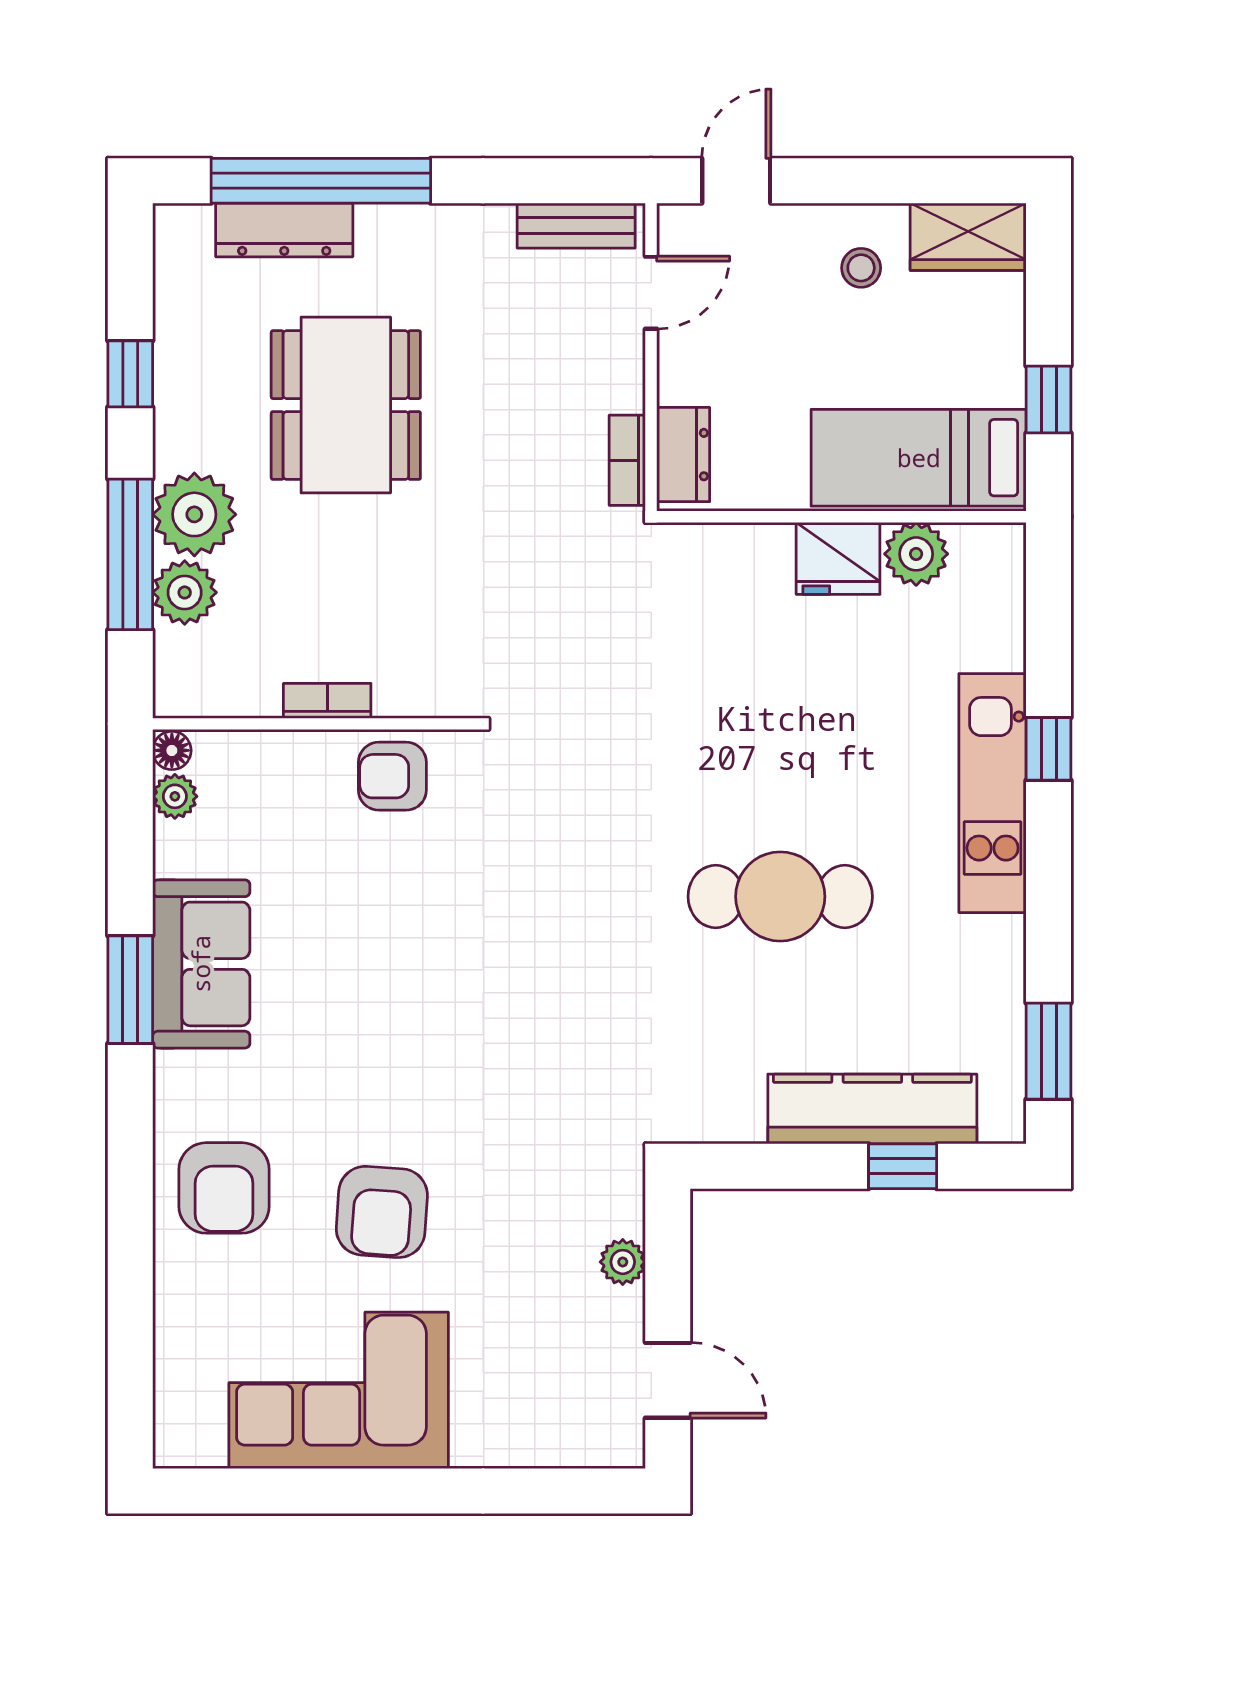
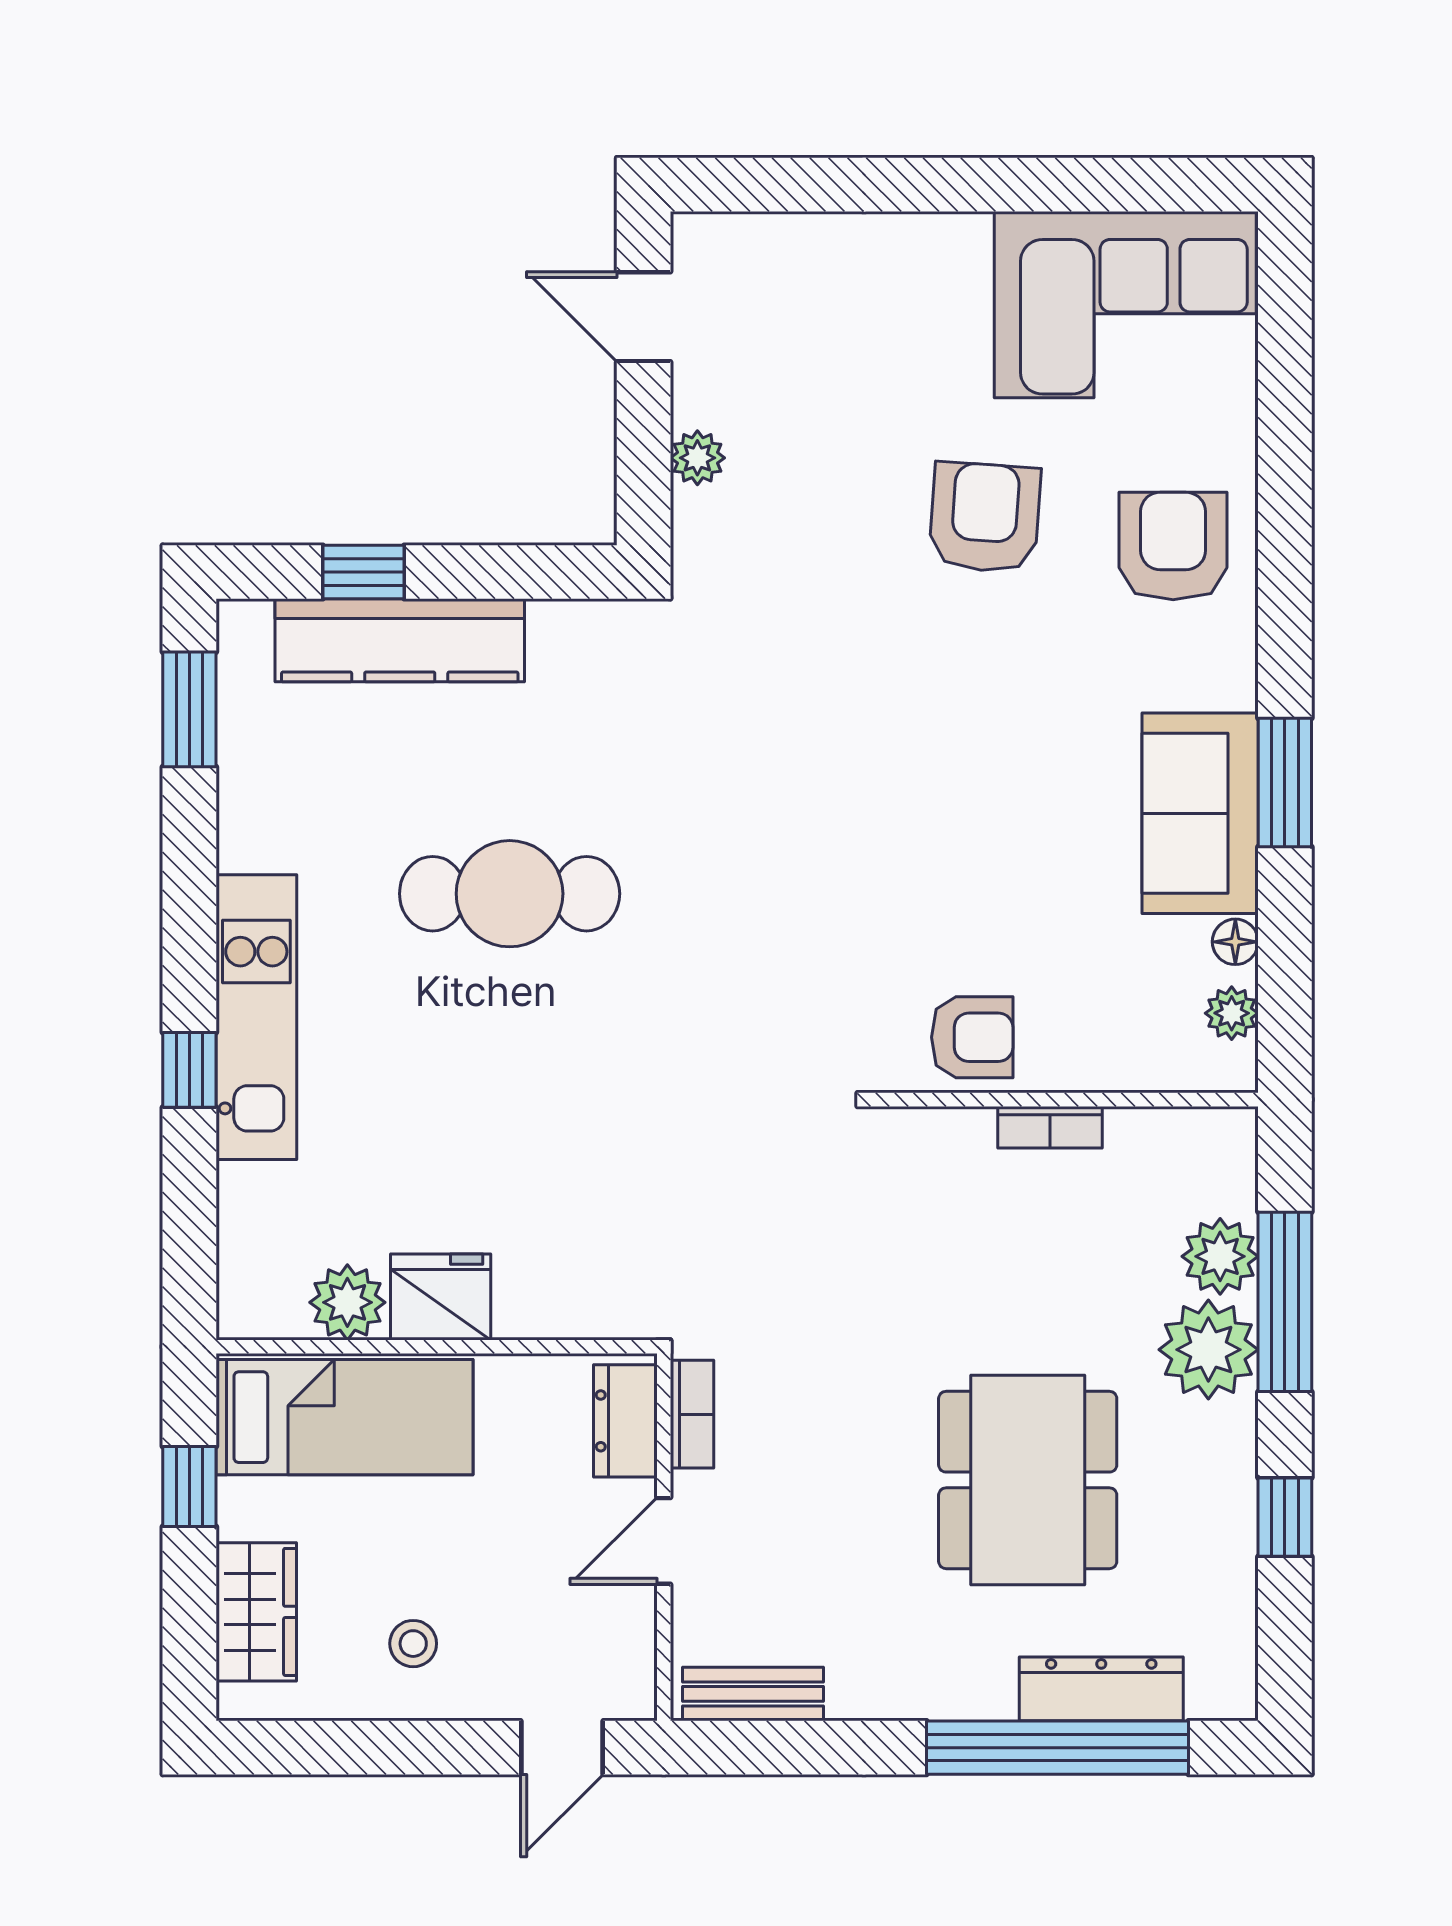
wardrobe: (968, 237) -> (256, 1612), moved, turned 90
door: (651, 293) -> (664, 1541), moved
floor lamp: (172, 750) -> (1235, 942), moved
corner sofa: (339, 1390) -> (1125, 305), moved

